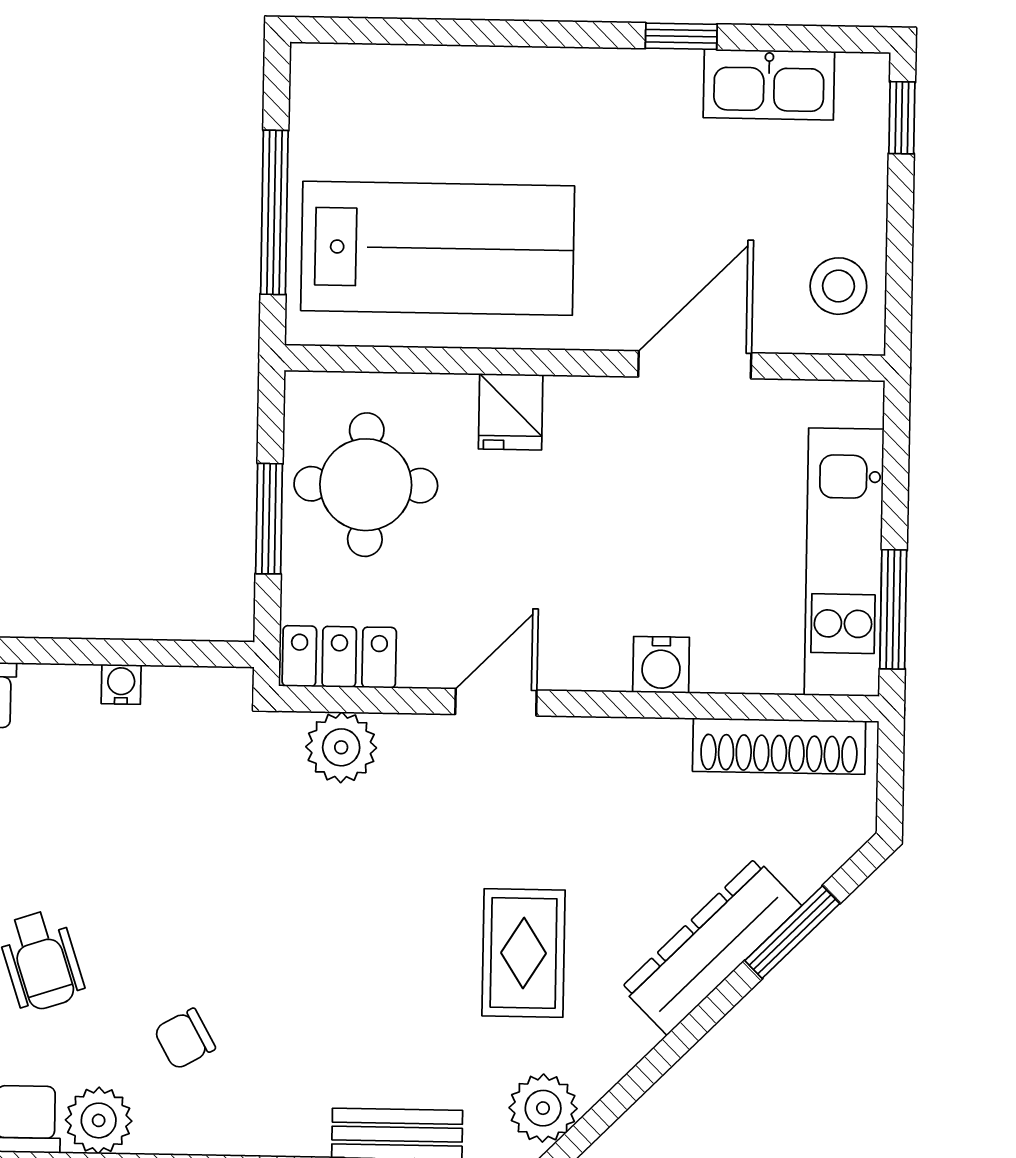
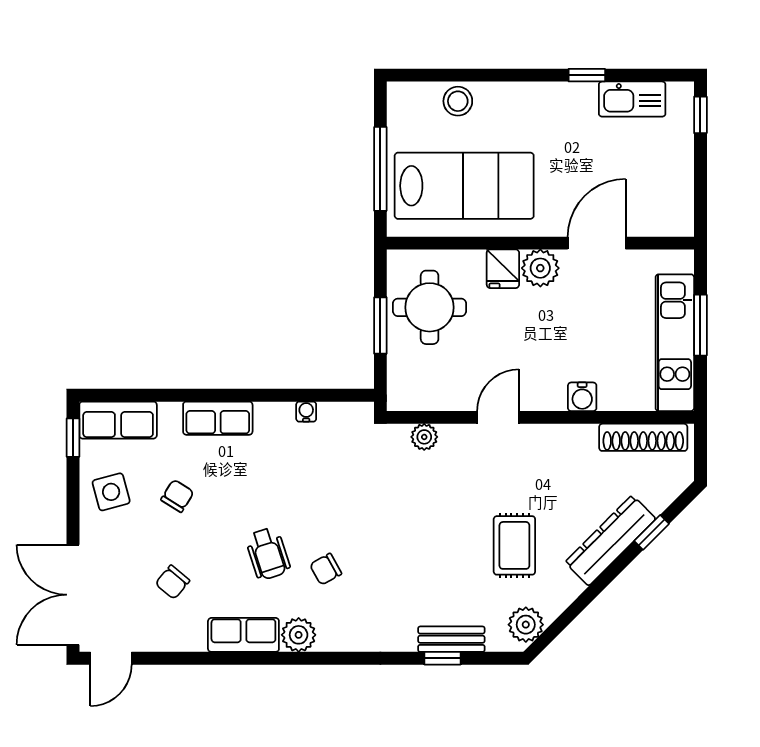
stool: (838, 286) -> (458, 101), moved
plant: (584, 412) -> (540, 268), added
window: (893, 609) -> (700, 325), moved
locker: (339, 657) -> (417, 396), removed
plant: (341, 747) -> (424, 437), width x0.73, depth x0.73
window: (792, 932) -> (652, 532), width x0.67
chair: (185, 1039) -> (326, 569), moved

